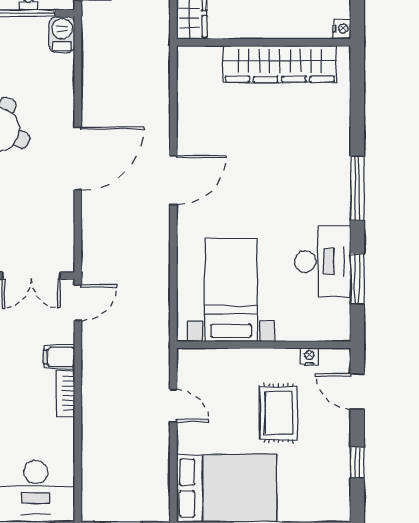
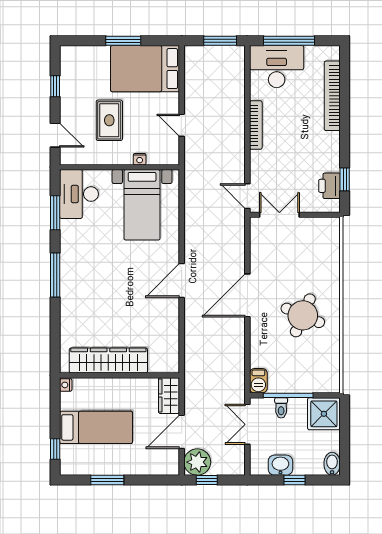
desk: (323, 261) -> (79, 194), moved
door: (78, 303) -> (247, 196), hinge flipped
nightstand: (309, 356) -> (140, 159), moved
filing cabinet: (59, 357) -> (260, 159), removed
bookcase: (66, 393) -> (256, 125), width x1.56

